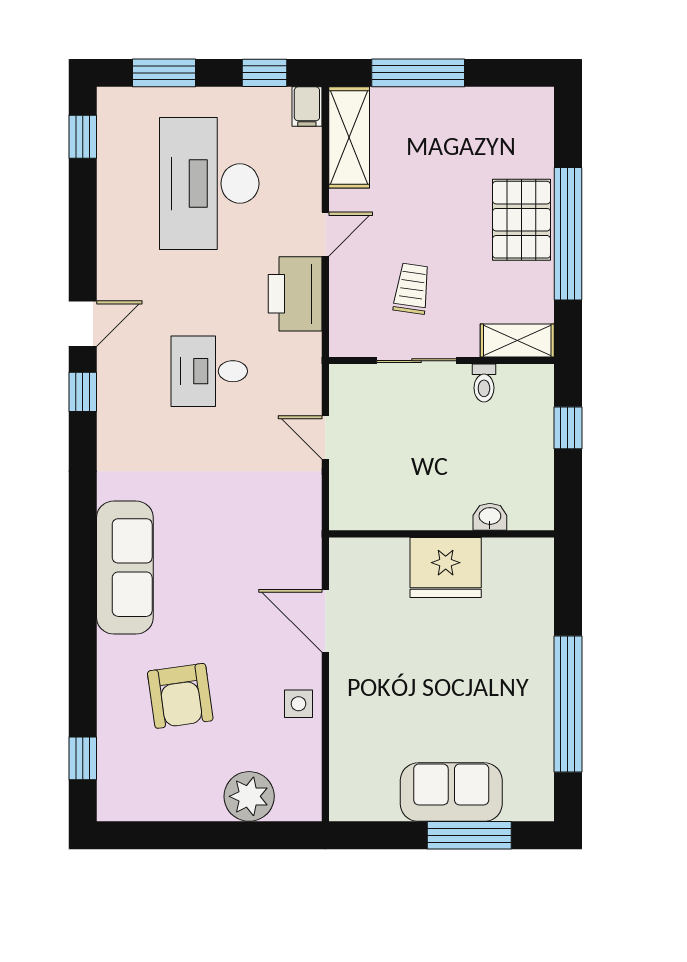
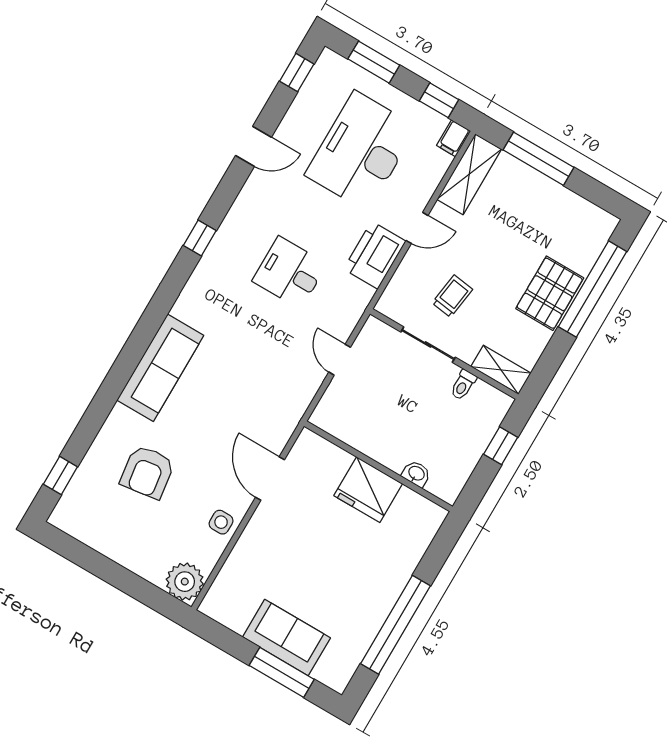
window: (568, 234) -> (593, 289), moved
door: (83, 324) -> (254, 146), moved
plant: (249, 796) -> (185, 582), moved

